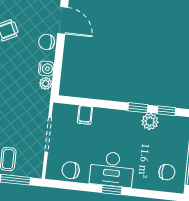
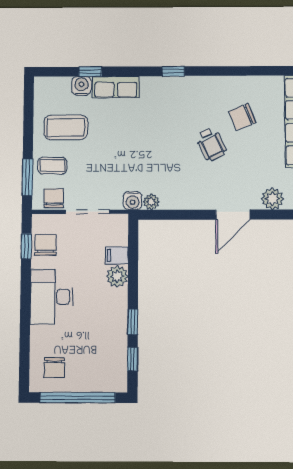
chair: (47, 42) -> (54, 198), moved
water cooler: (46, 69) -> (133, 201), moved
plant: (150, 121) -> (117, 276), moved
window: (112, 190) -> (26, 246), moved

